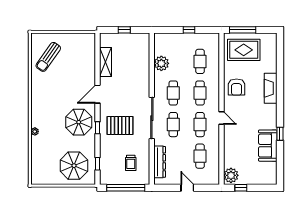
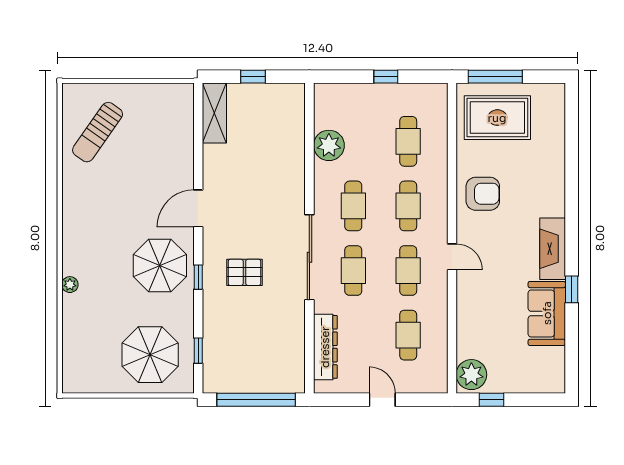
shelving: (105, 62) -> (214, 113), moved
armchair: (237, 87) -> (483, 194), turned -90
fireplace: (271, 88) -> (553, 249), moved
pallet: (120, 125) -> (244, 272), width x0.67, depth x0.71
trolley: (131, 163) -> (266, 349), removed

